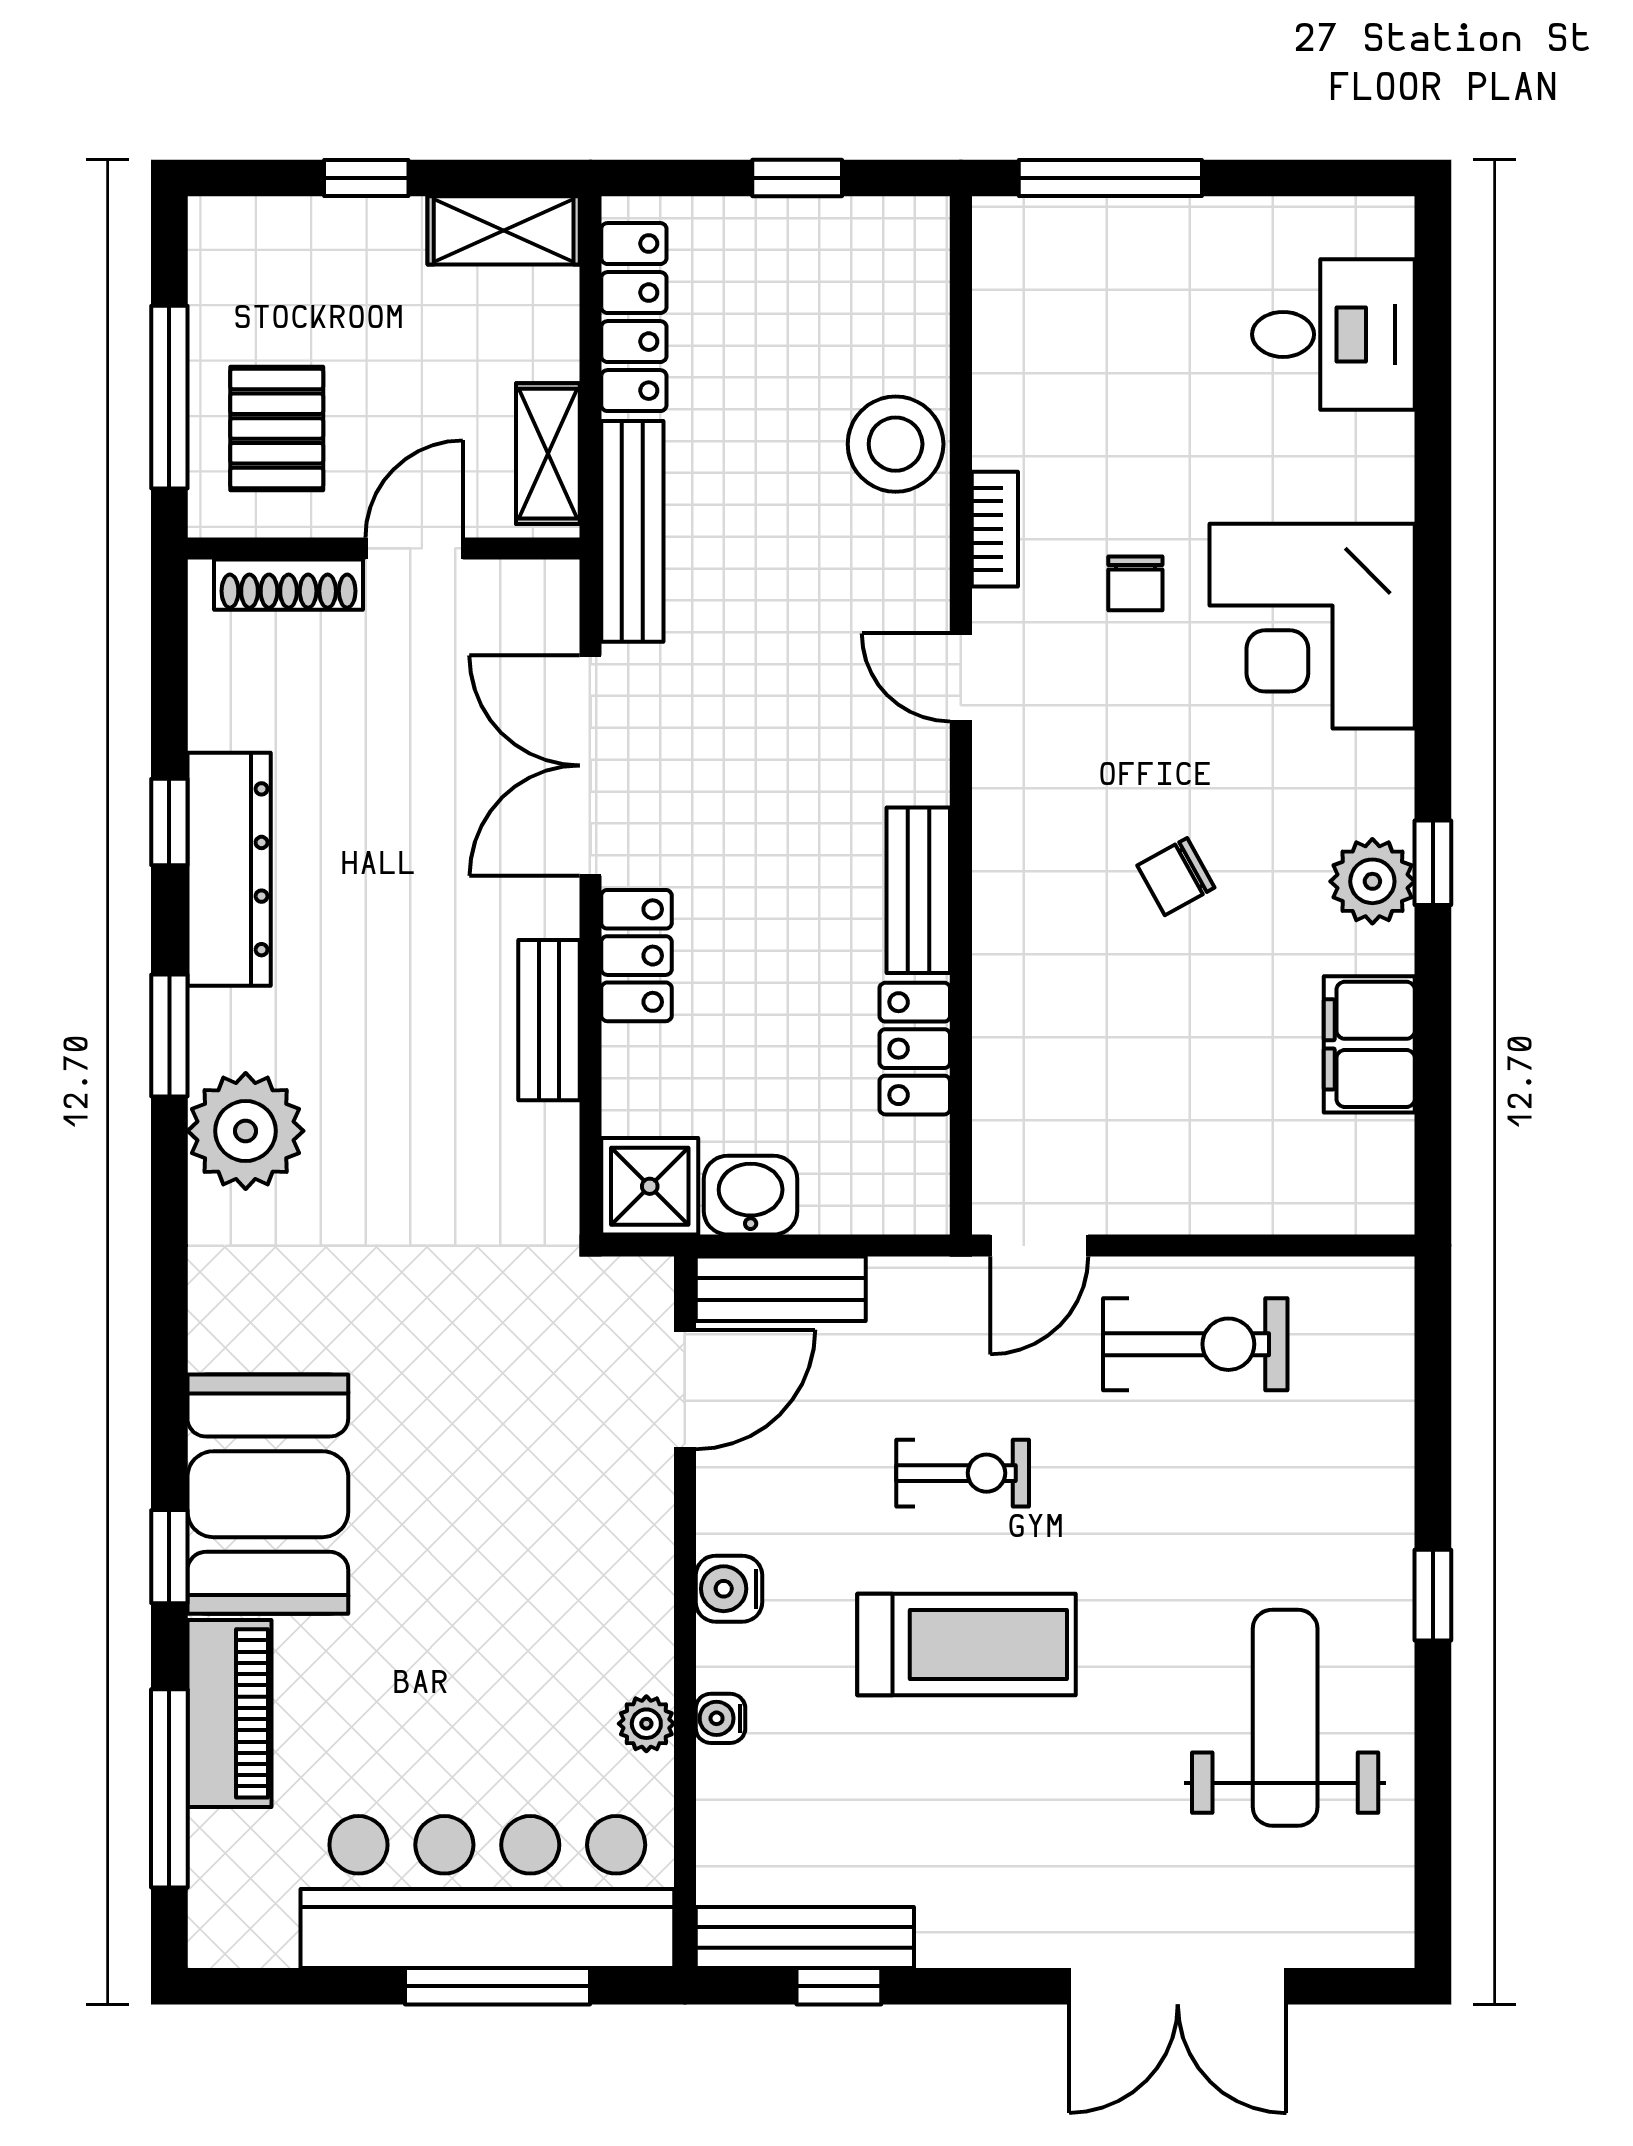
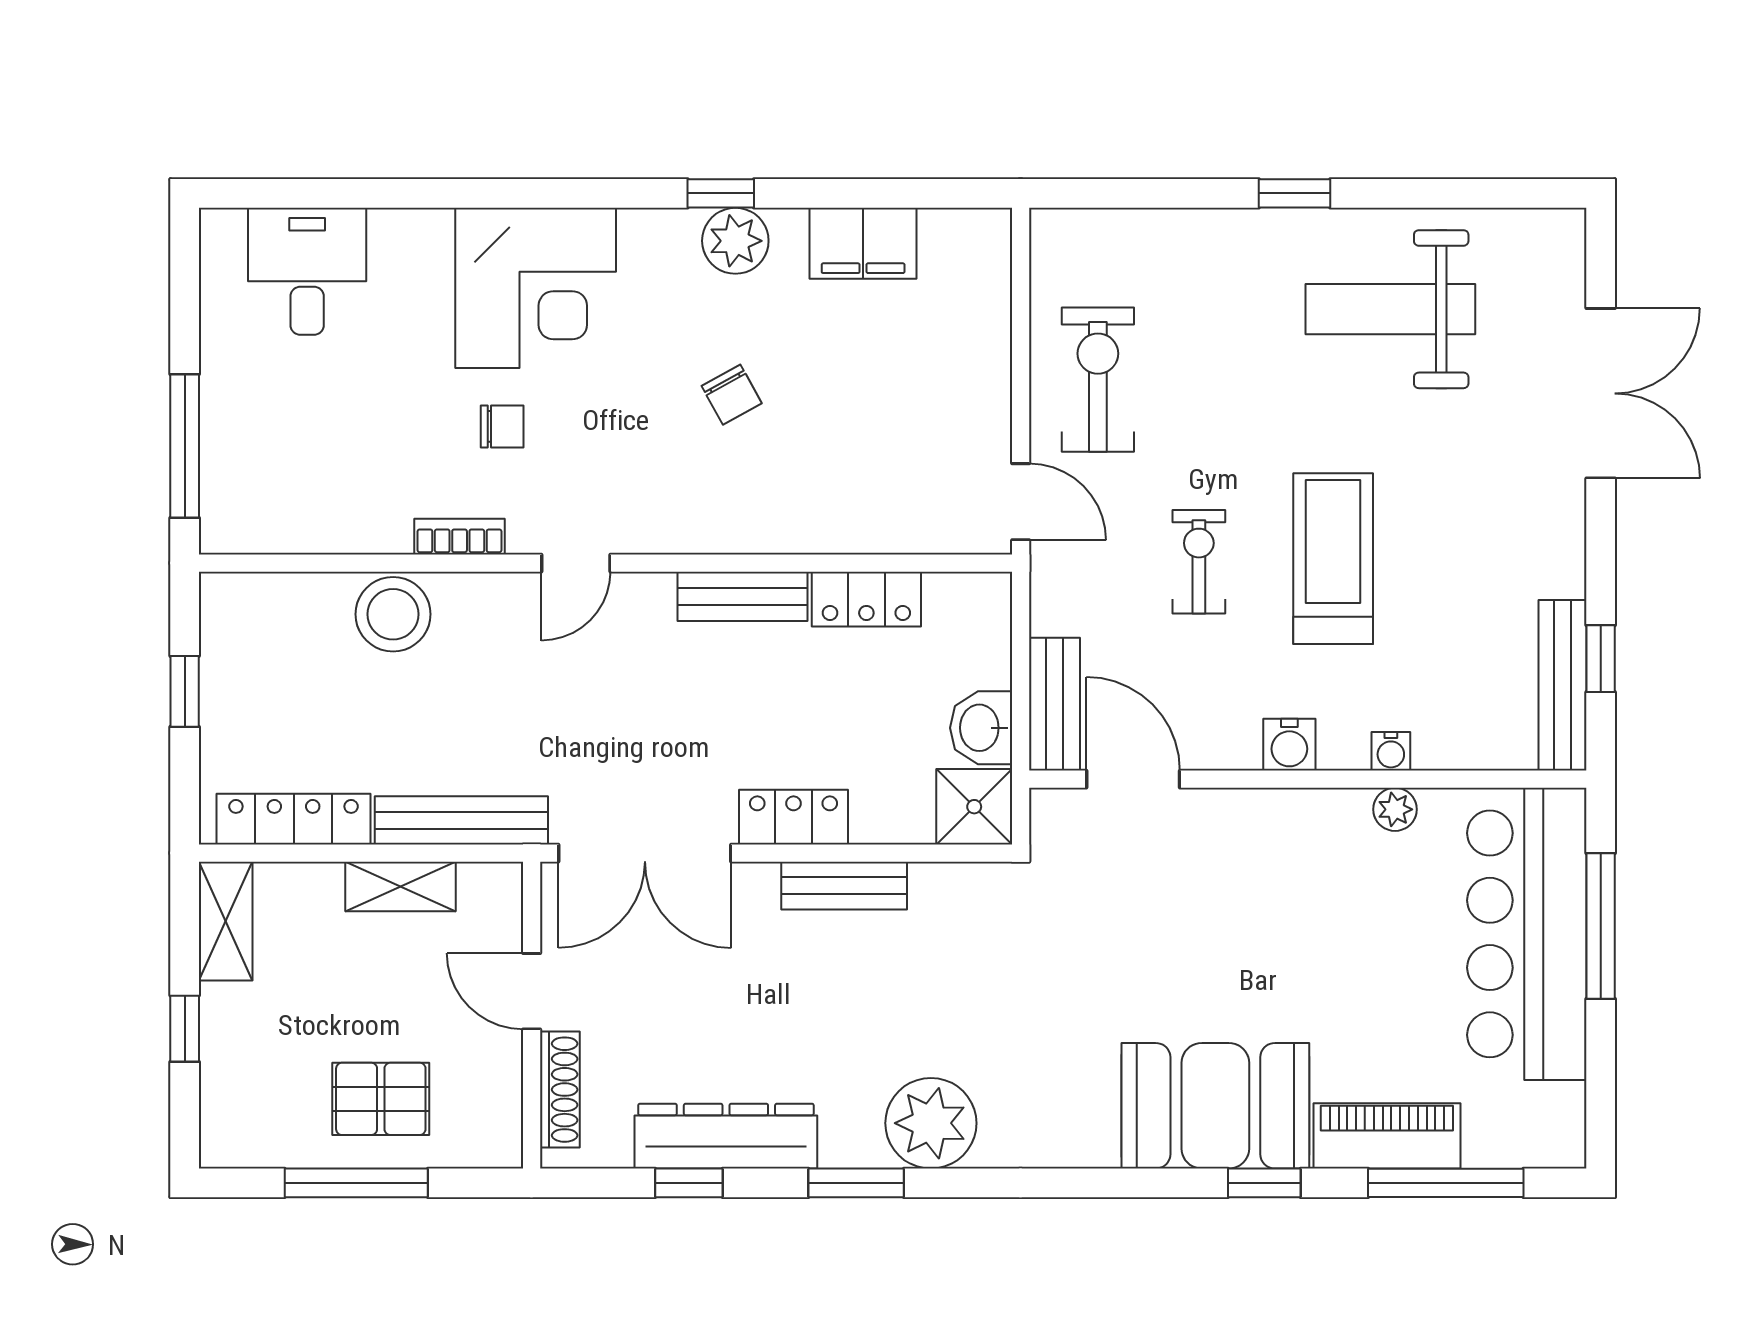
wall: (384, 548) -> (532, 1015), moved
door: (414, 548) -> (532, 991), moved
shoe rack: (289, 585) -> (560, 1090), moved

